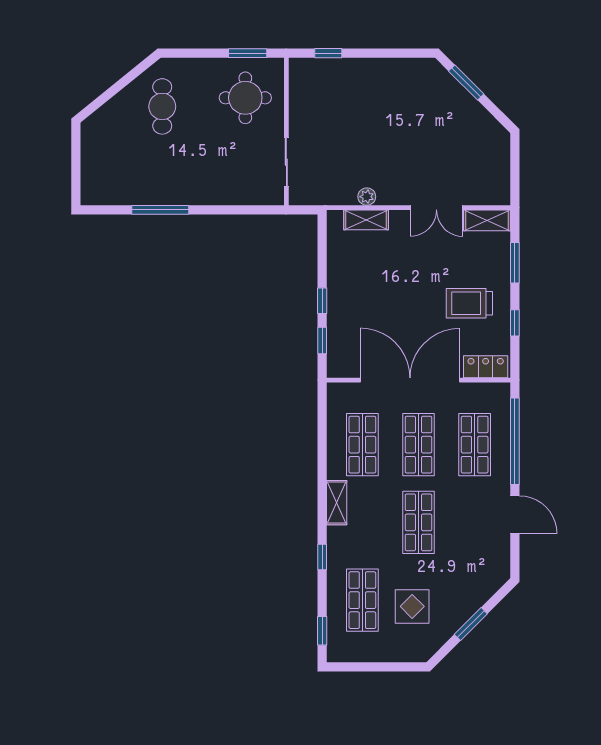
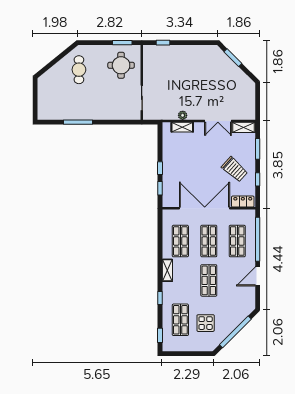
trolley: (469, 303) -> (235, 169), turned -138
door: (515, 515) -> (258, 276), swing flipped
window: (471, 624) -> (235, 332), width x2.11

